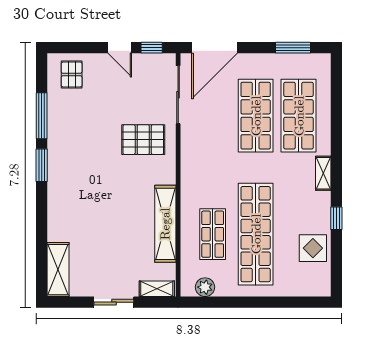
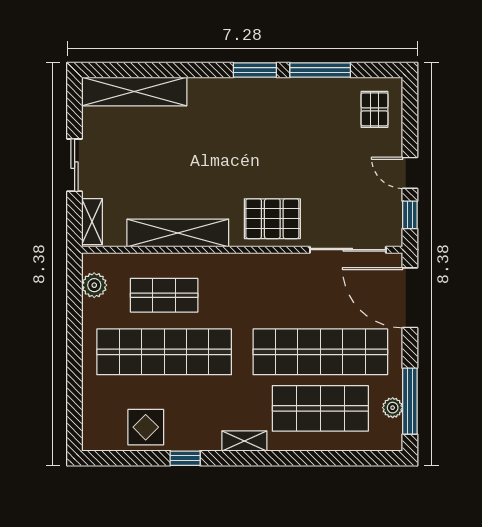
door: (120, 48) -> (410, 173), hinge flipped
window: (293, 48) -> (410, 401), width x1.44
plant: (298, 61) -> (393, 408), added
pallet: (72, 74) -> (375, 109), turned 90
shop shelf: (256, 116) -> (320, 352), width x1.40
pallet: (143, 140) -> (272, 219), moved, turned 90
shelving: (58, 270) -> (134, 92), width x1.47

